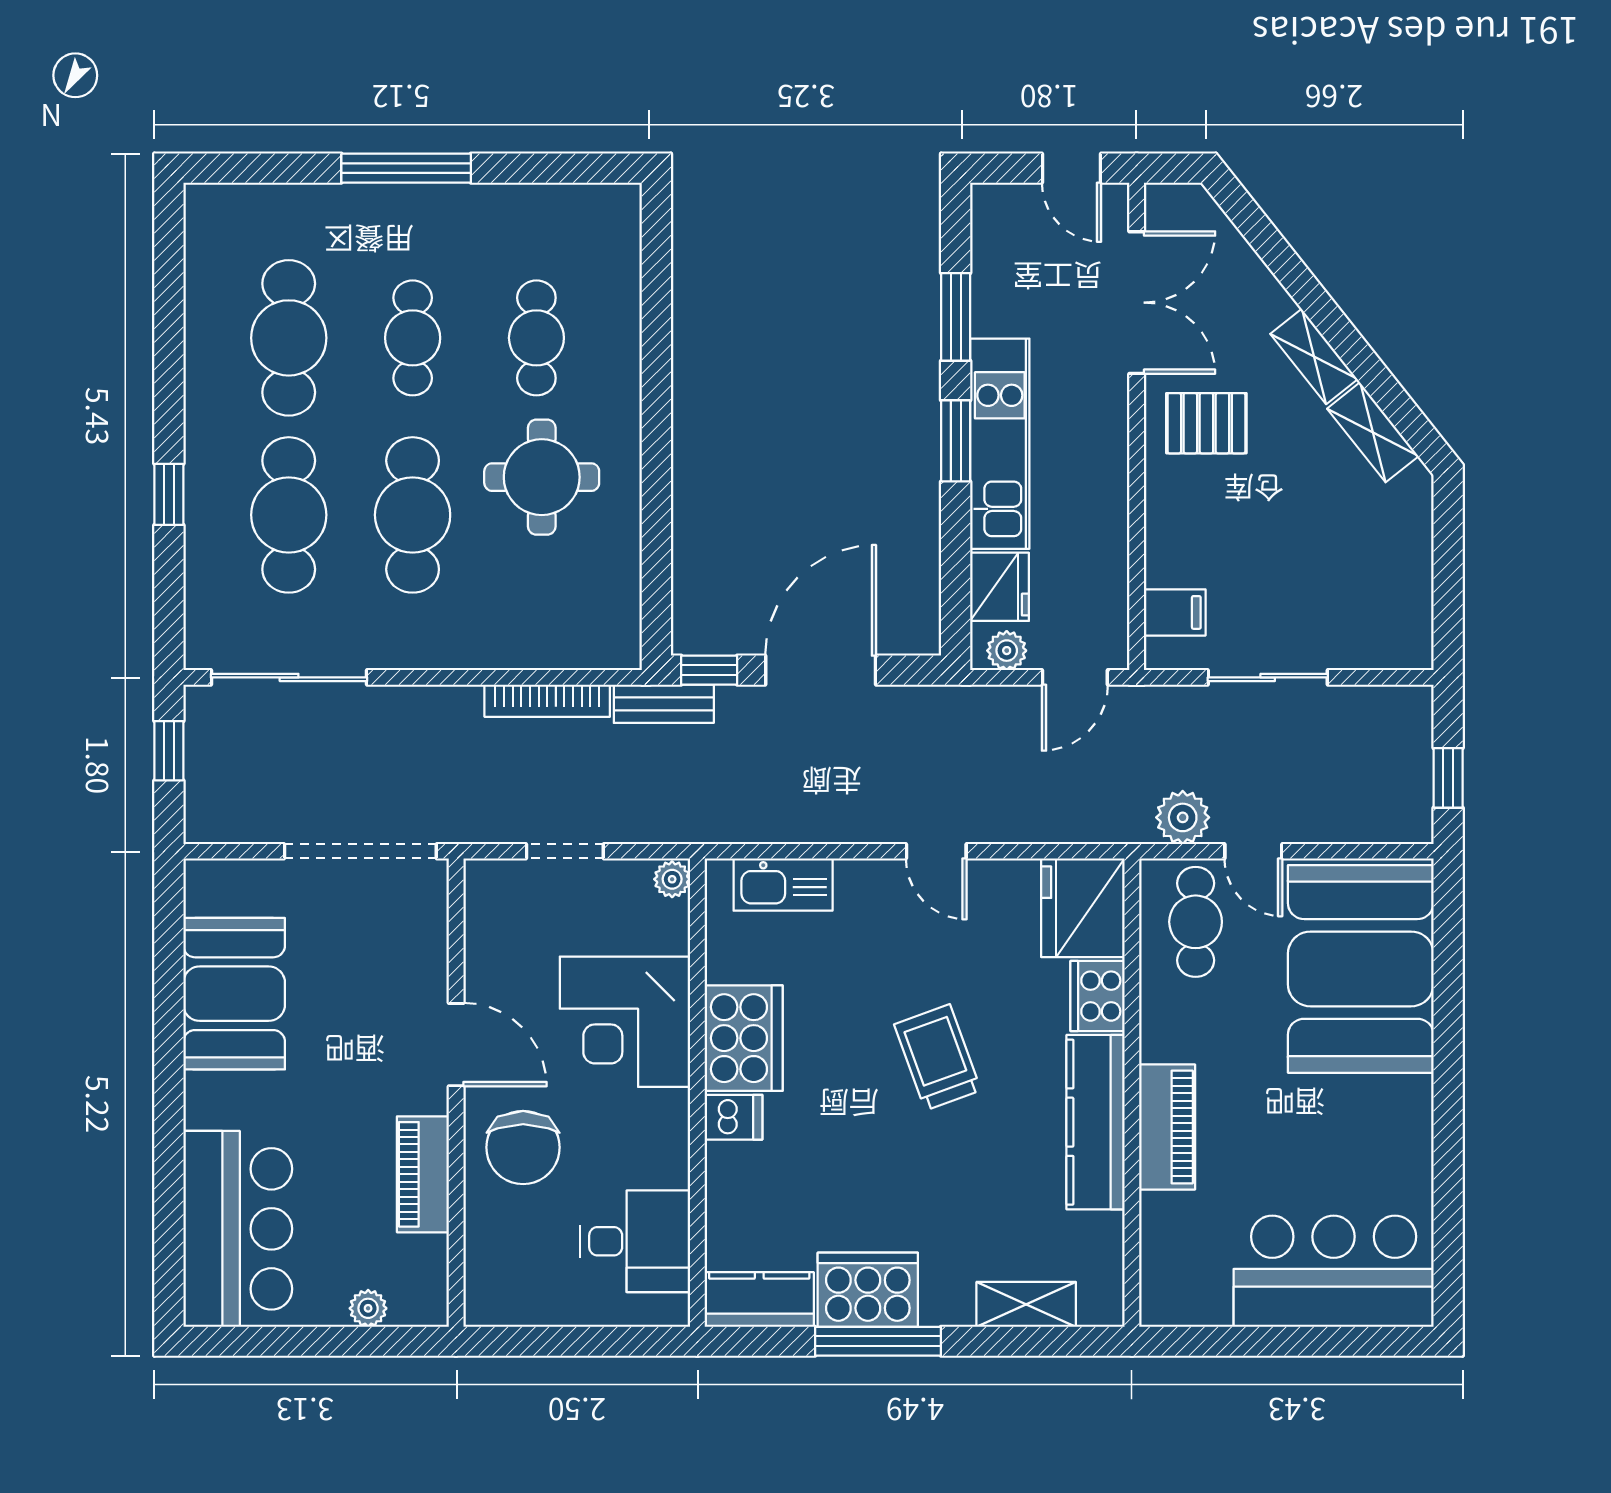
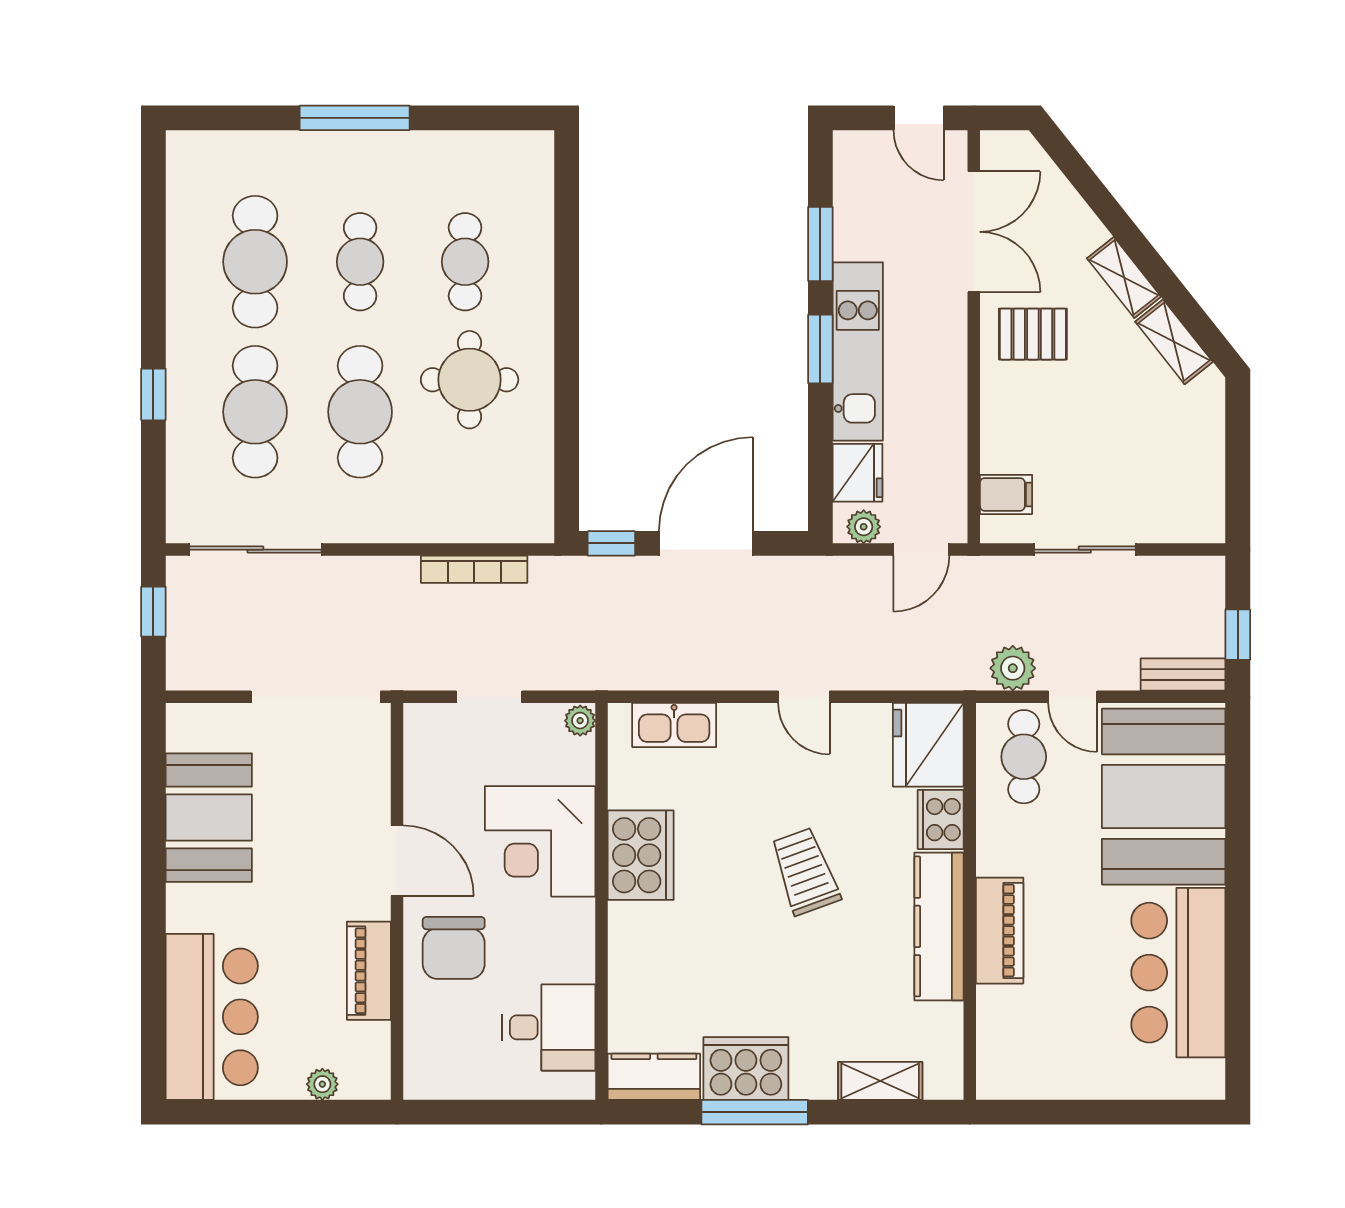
bench: (664, 704) -> (1183, 675), moved
dishwasher: (734, 1117) -> (632, 922), removed
bar counter: (1334, 1271) -> (1178, 973), moved, turned -90

